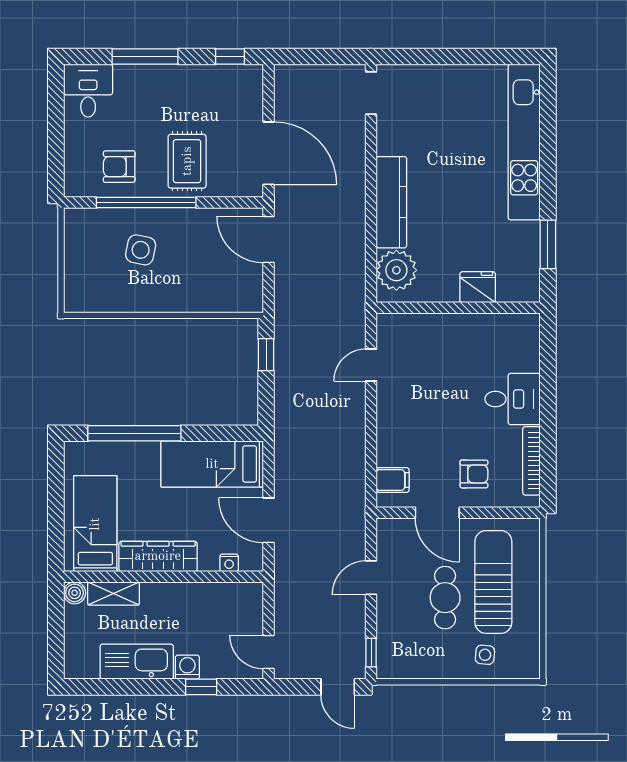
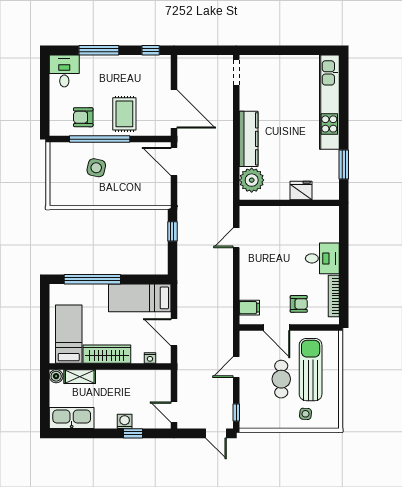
kitchen sink: (137, 662) -> (72, 418), moved

